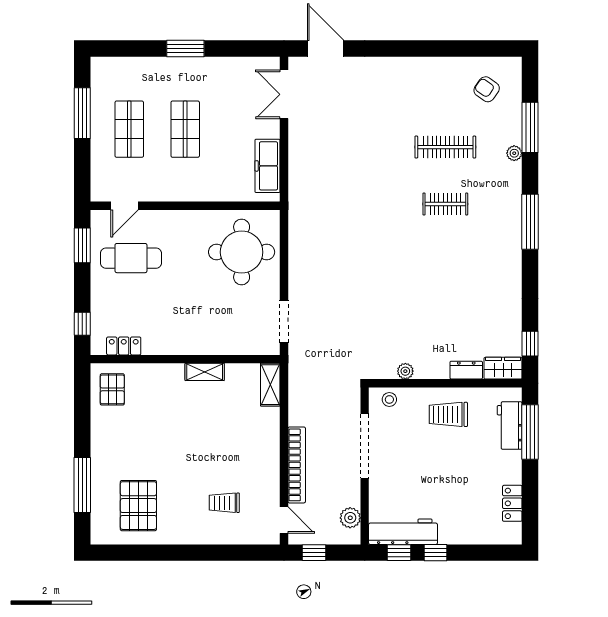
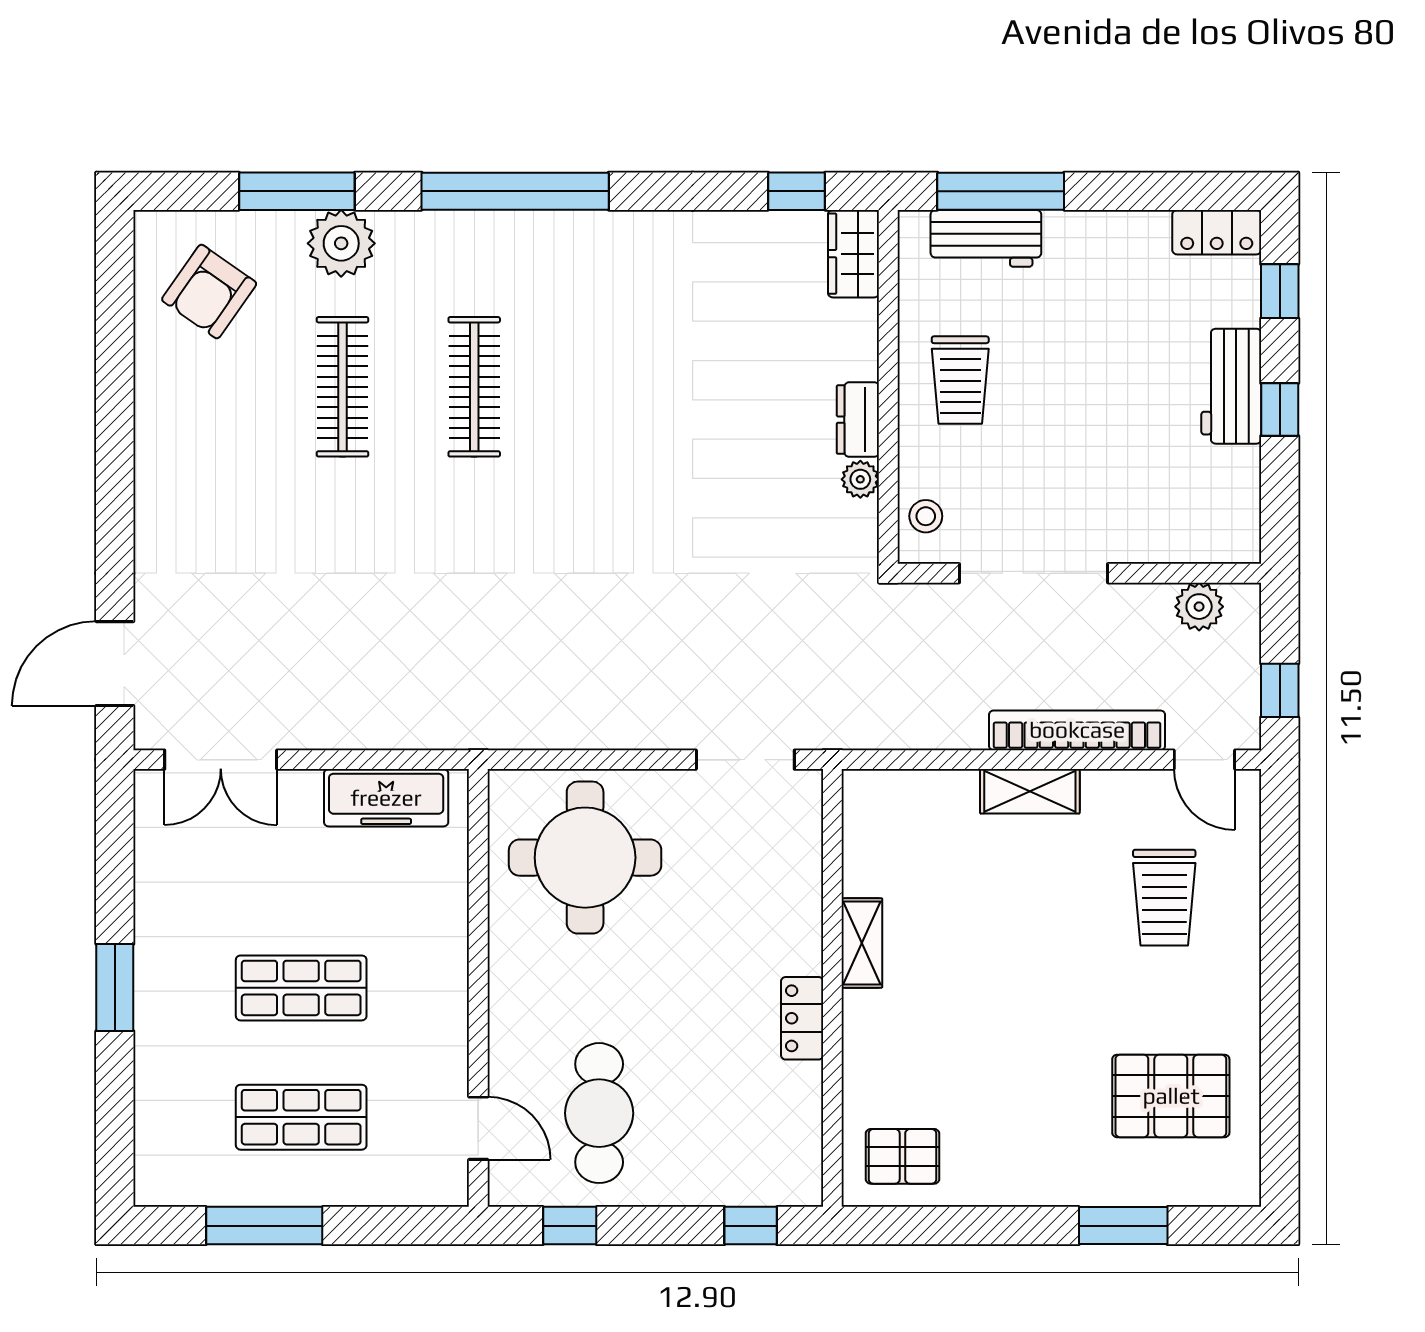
armchair: (487, 89) -> (209, 292), width x1.38, depth x1.38
plant: (514, 153) -> (341, 243), width x1.88, depth x1.88
clothes rail: (445, 204) -> (474, 387), width x1.36
window: (530, 222) -> (515, 191), width x1.46
window: (82, 245) -> (570, 1226), width x0.67
locker: (124, 346) -> (802, 1018), moved
dresser: (466, 370) -> (858, 420), moved
shelving: (270, 385) -> (1030, 791), moved
window: (82, 485) -> (1123, 1226), width x0.69
trolley: (224, 503) -> (1164, 898), width x1.36, depth x1.39
locker: (512, 503) -> (1217, 232), moved
door: (284, 520) -> (1204, 760), swing flipped
workbench: (403, 532) -> (1231, 386), moved, width x0.73
window: (399, 553) -> (1280, 291), moved

